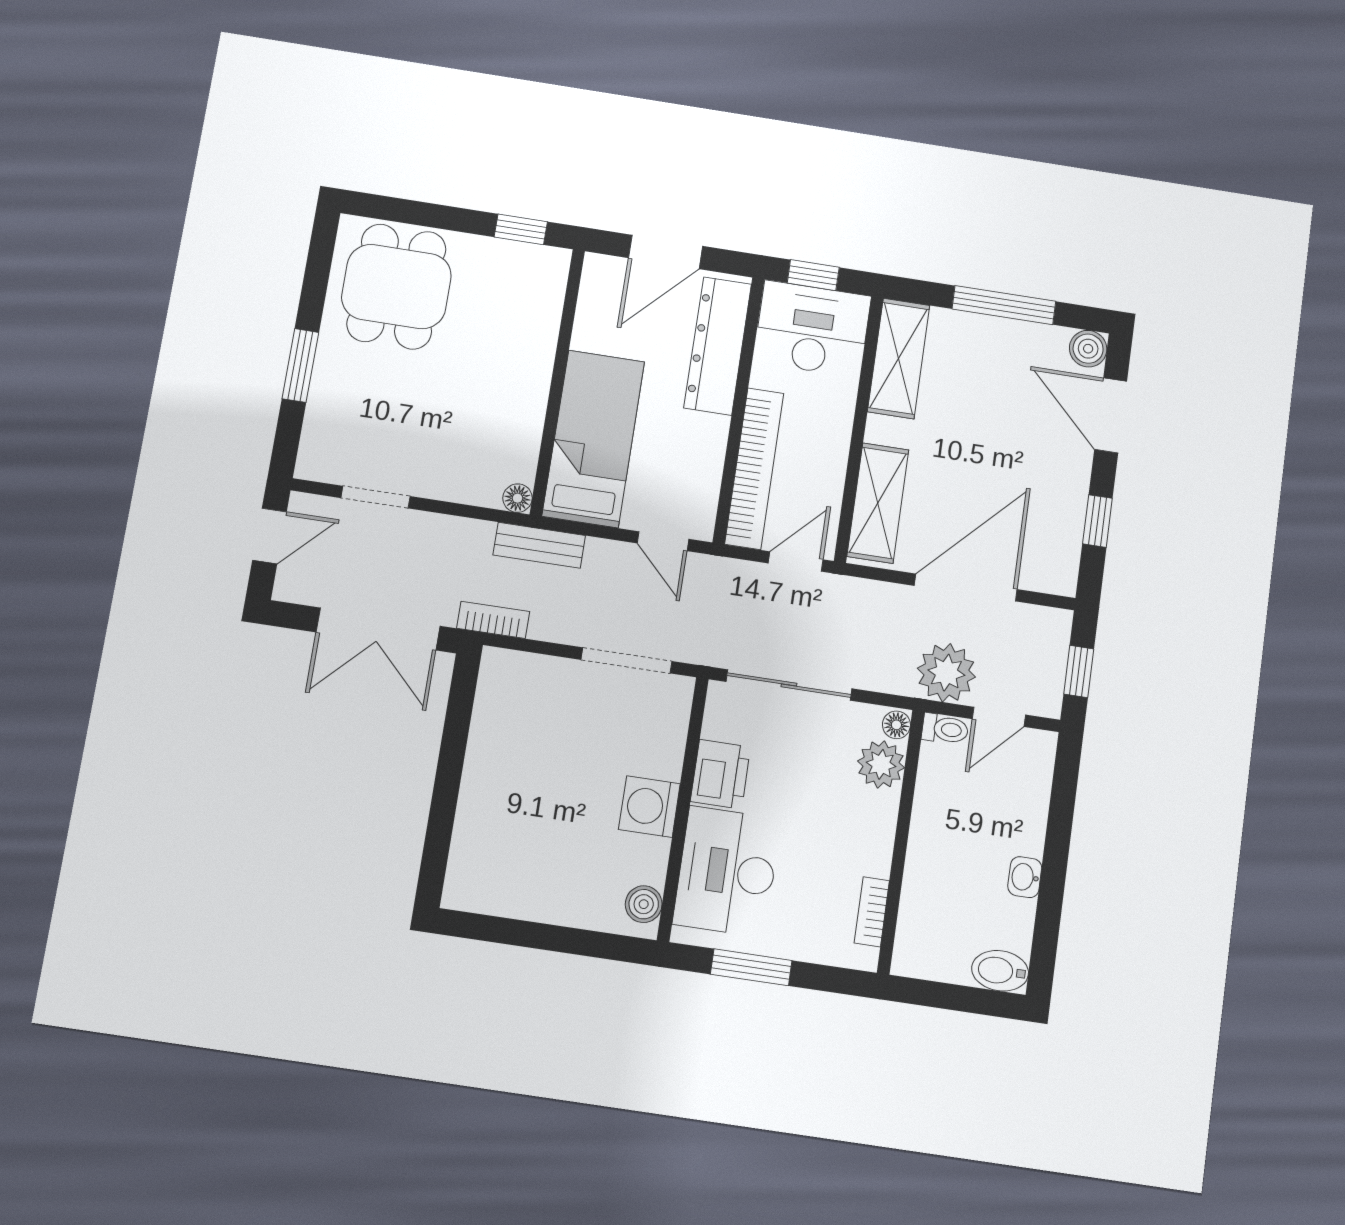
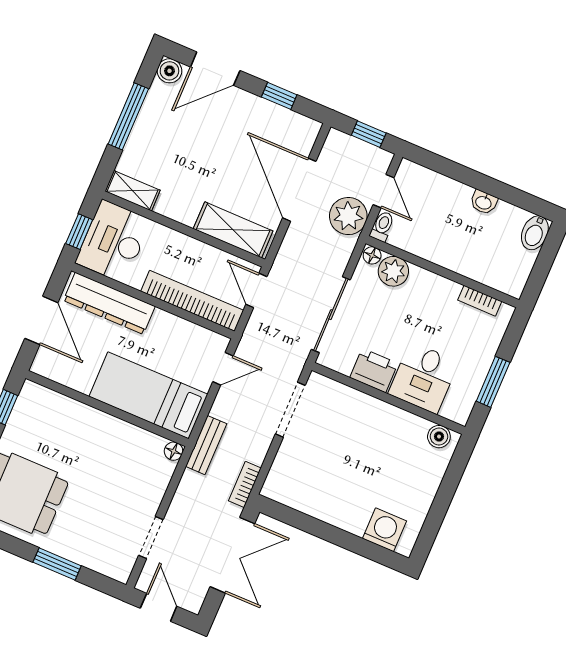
shelving: (899, 358) -> (133, 191), width x0.67, depth x0.75
washing machine: (649, 807) -> (384, 530), moved, turned 180
desk: (727, 871) -> (424, 378), width x0.73

